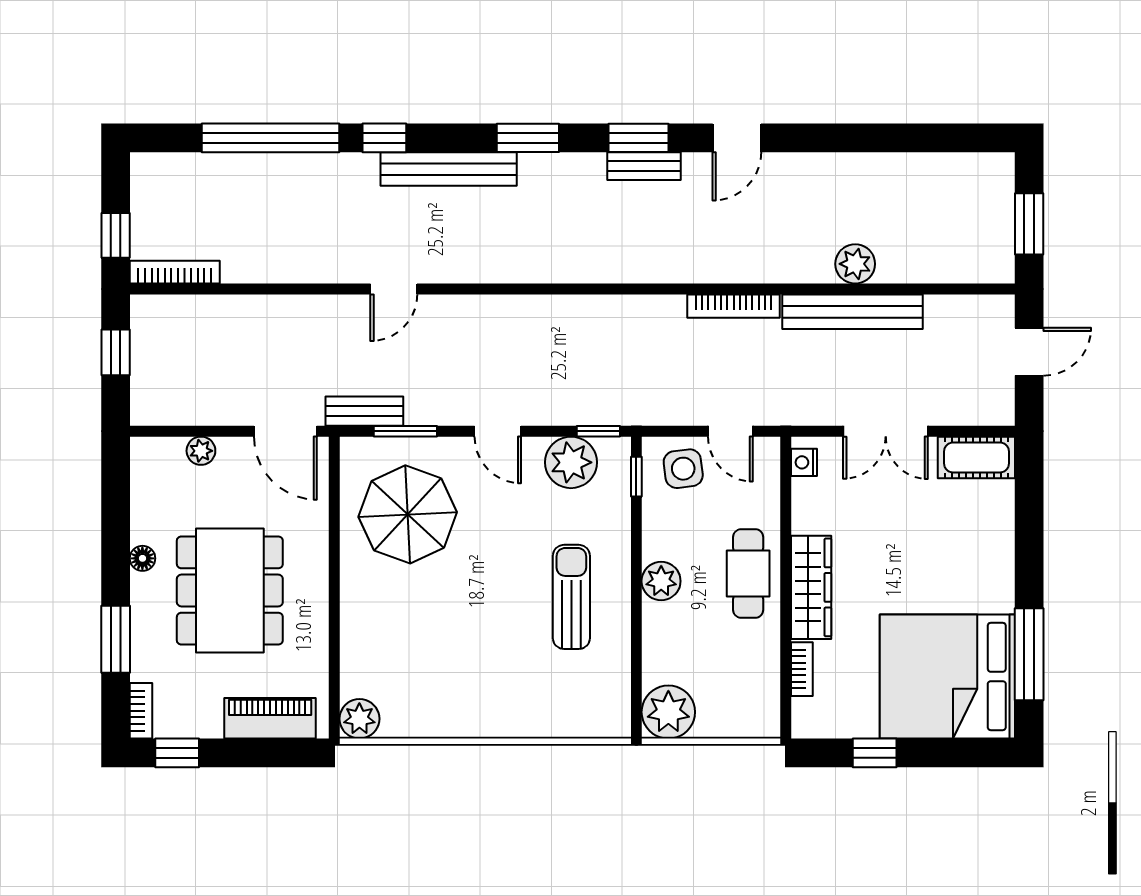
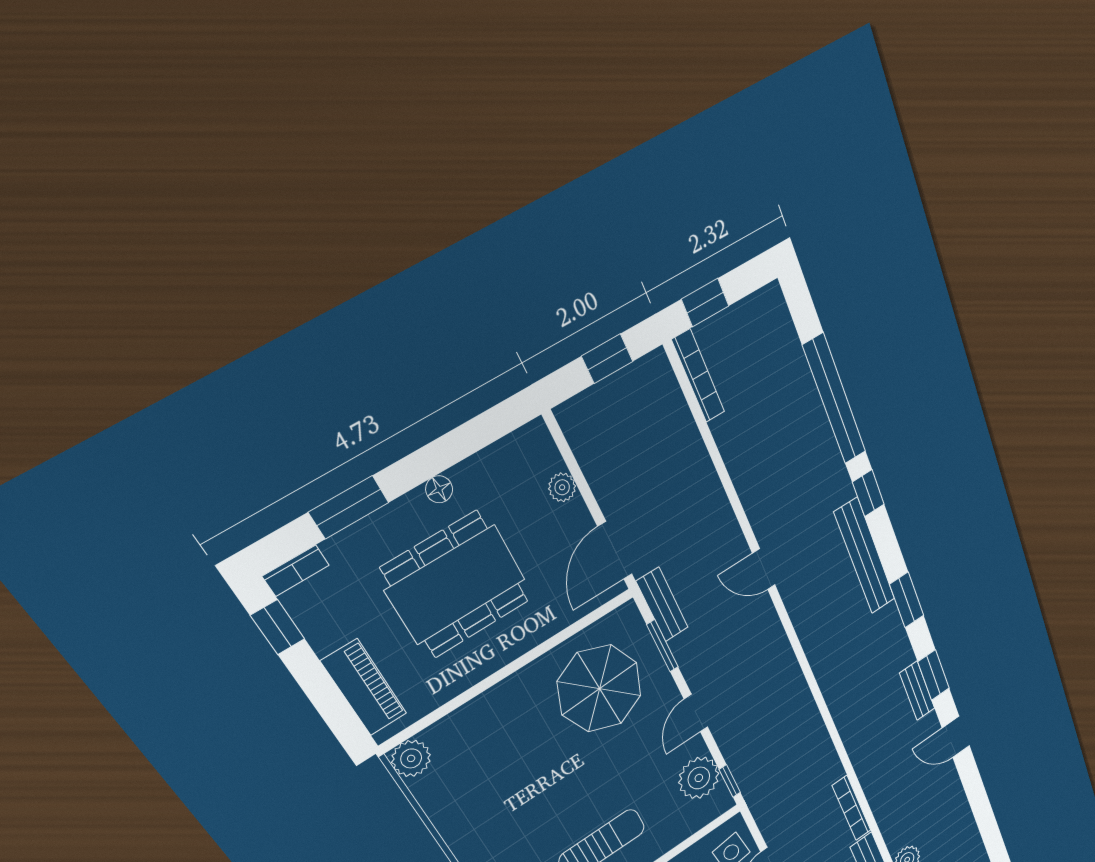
window: (636, 477) -> (711, 827), removed

